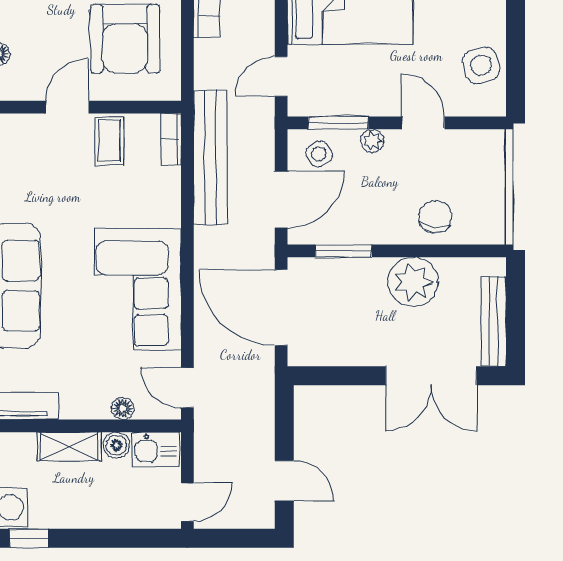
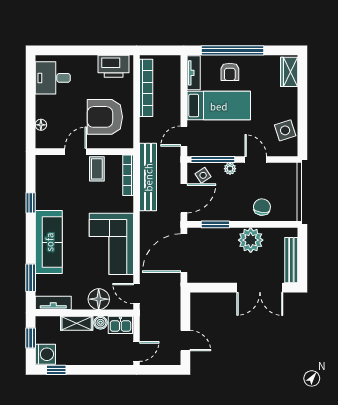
armchair: (125, 39) -> (105, 117), turned 90
window: (338, 123) -> (213, 160), width x1.44
bookcase: (171, 139) -> (128, 175), width x1.56
door: (281, 308) -> (184, 253), hinge flipped
floor lamp: (123, 408) -> (99, 299), width x1.89, depth x1.89

